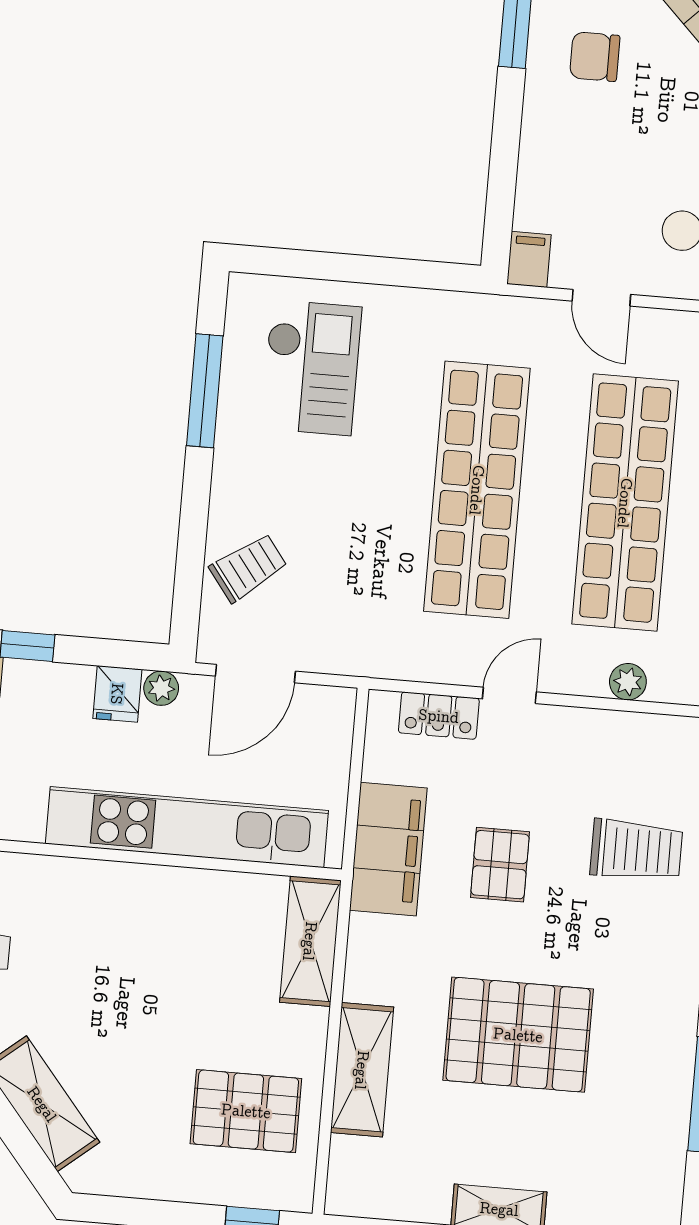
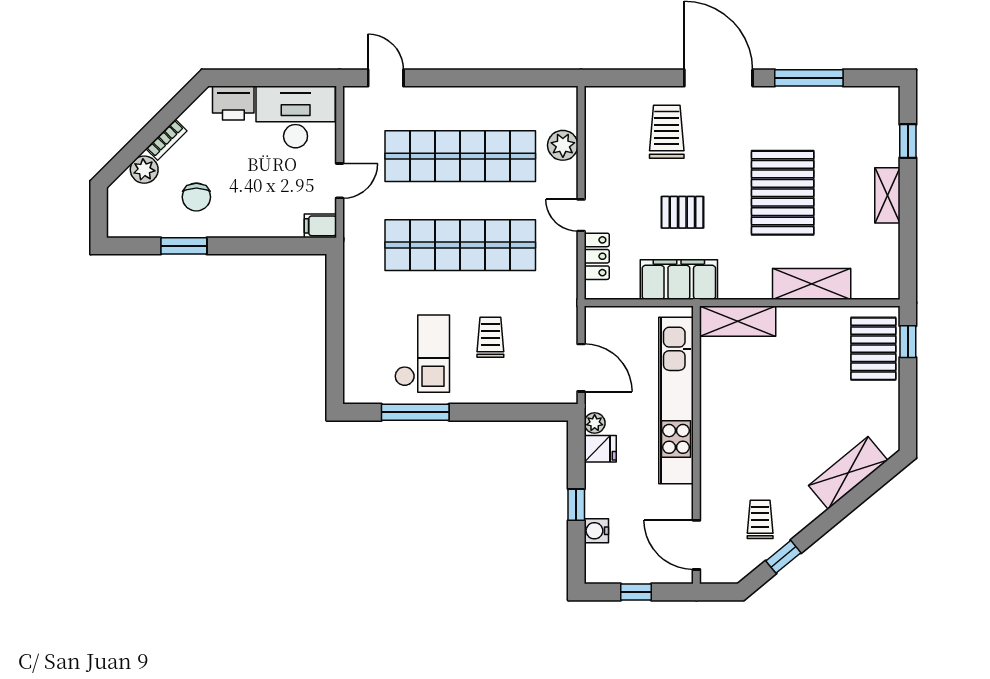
checkout: (311, 368) -> (422, 354), moved, turned 90
trolley: (248, 568) -> (490, 337), moved, turned 37
plant: (628, 682) -> (563, 145), width x1.38, depth x1.38
pallet: (246, 1111) -> (873, 349), moved

